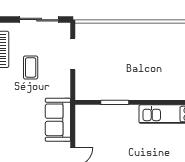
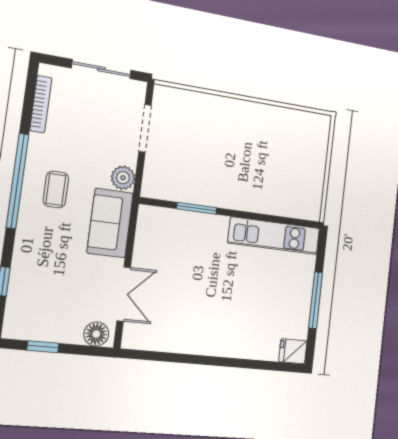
coffee table: (31, 67) -> (56, 189), moved
plant: (63, 89) -> (123, 178), added

